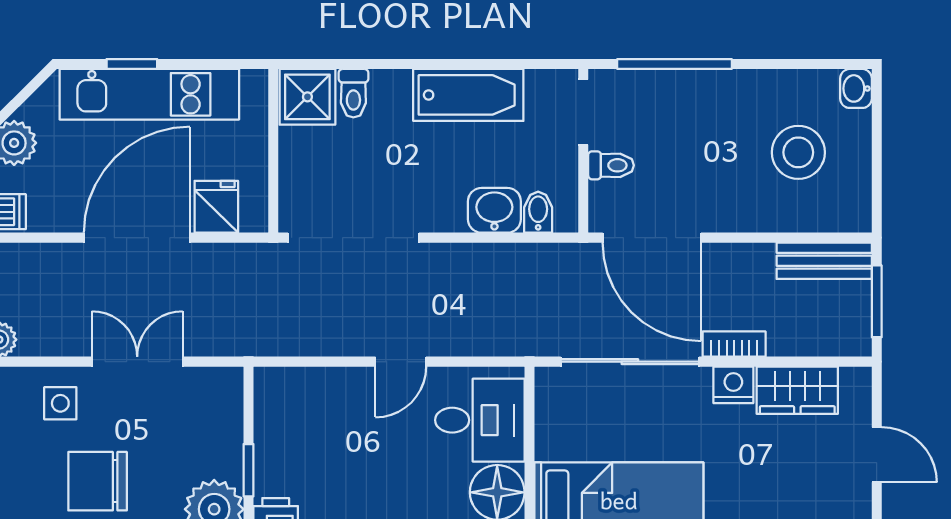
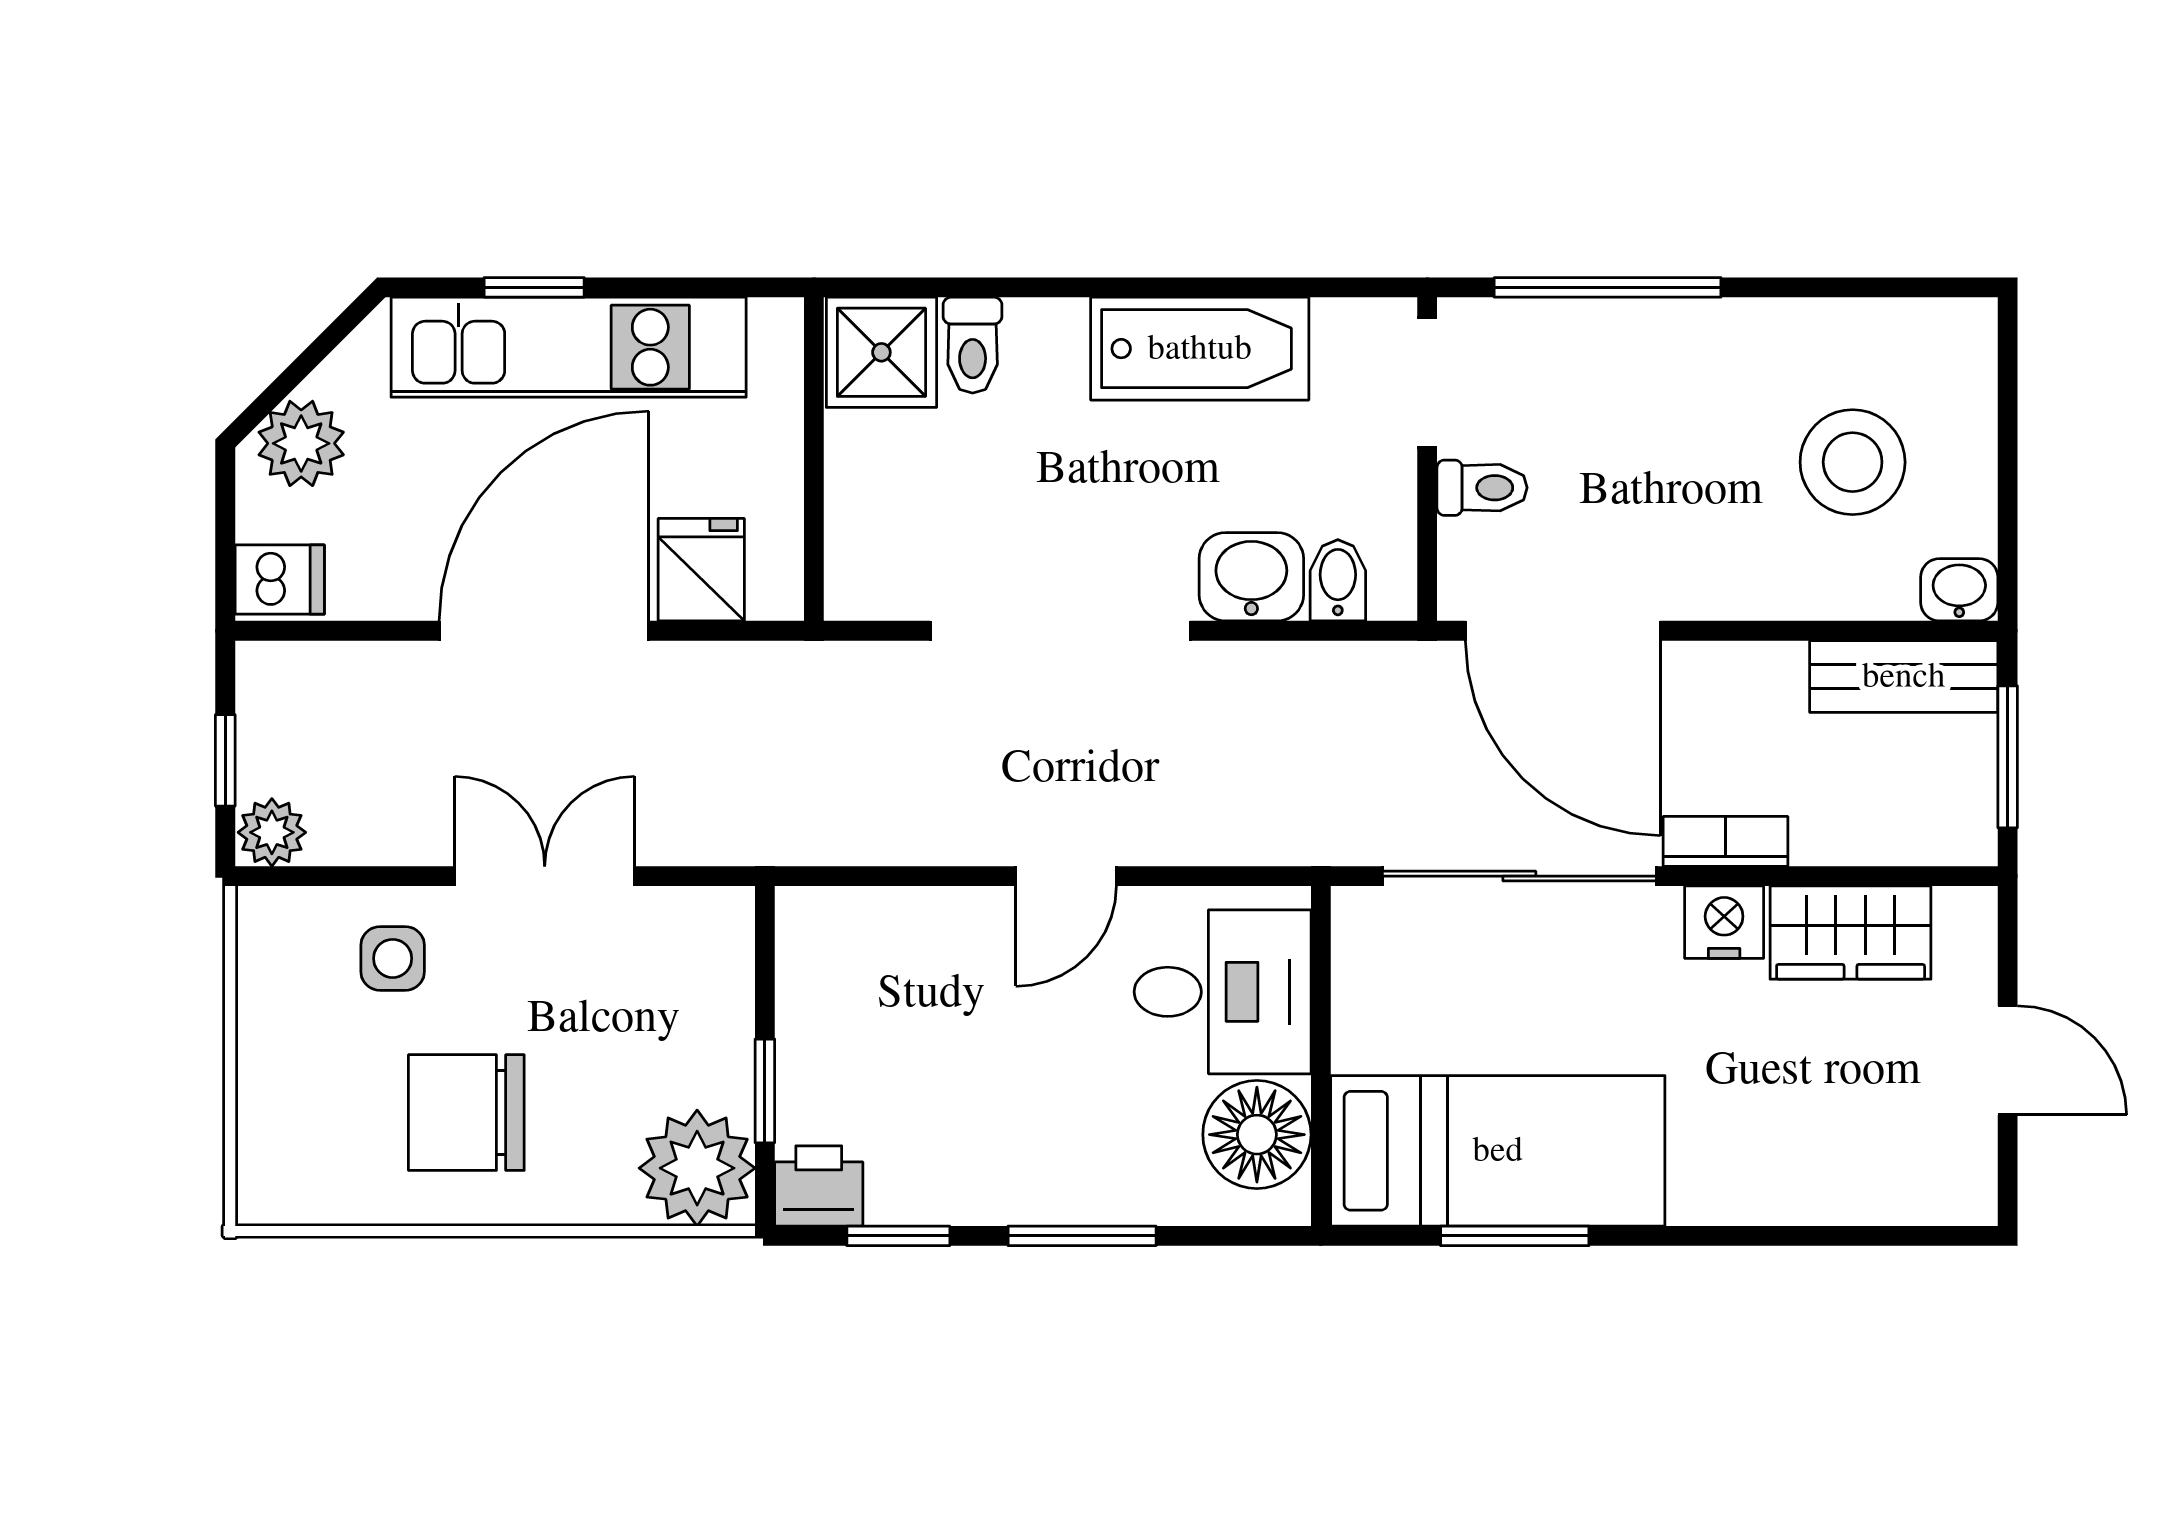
washbasin: (856, 88) -> (1959, 590), moved, turned 90
doorway: (354, 238) -> (1060, 631), moved

